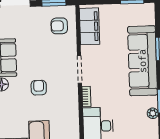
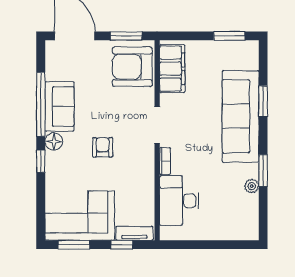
armchair: (59, 26) -> (132, 67), width x1.88, depth x1.88

